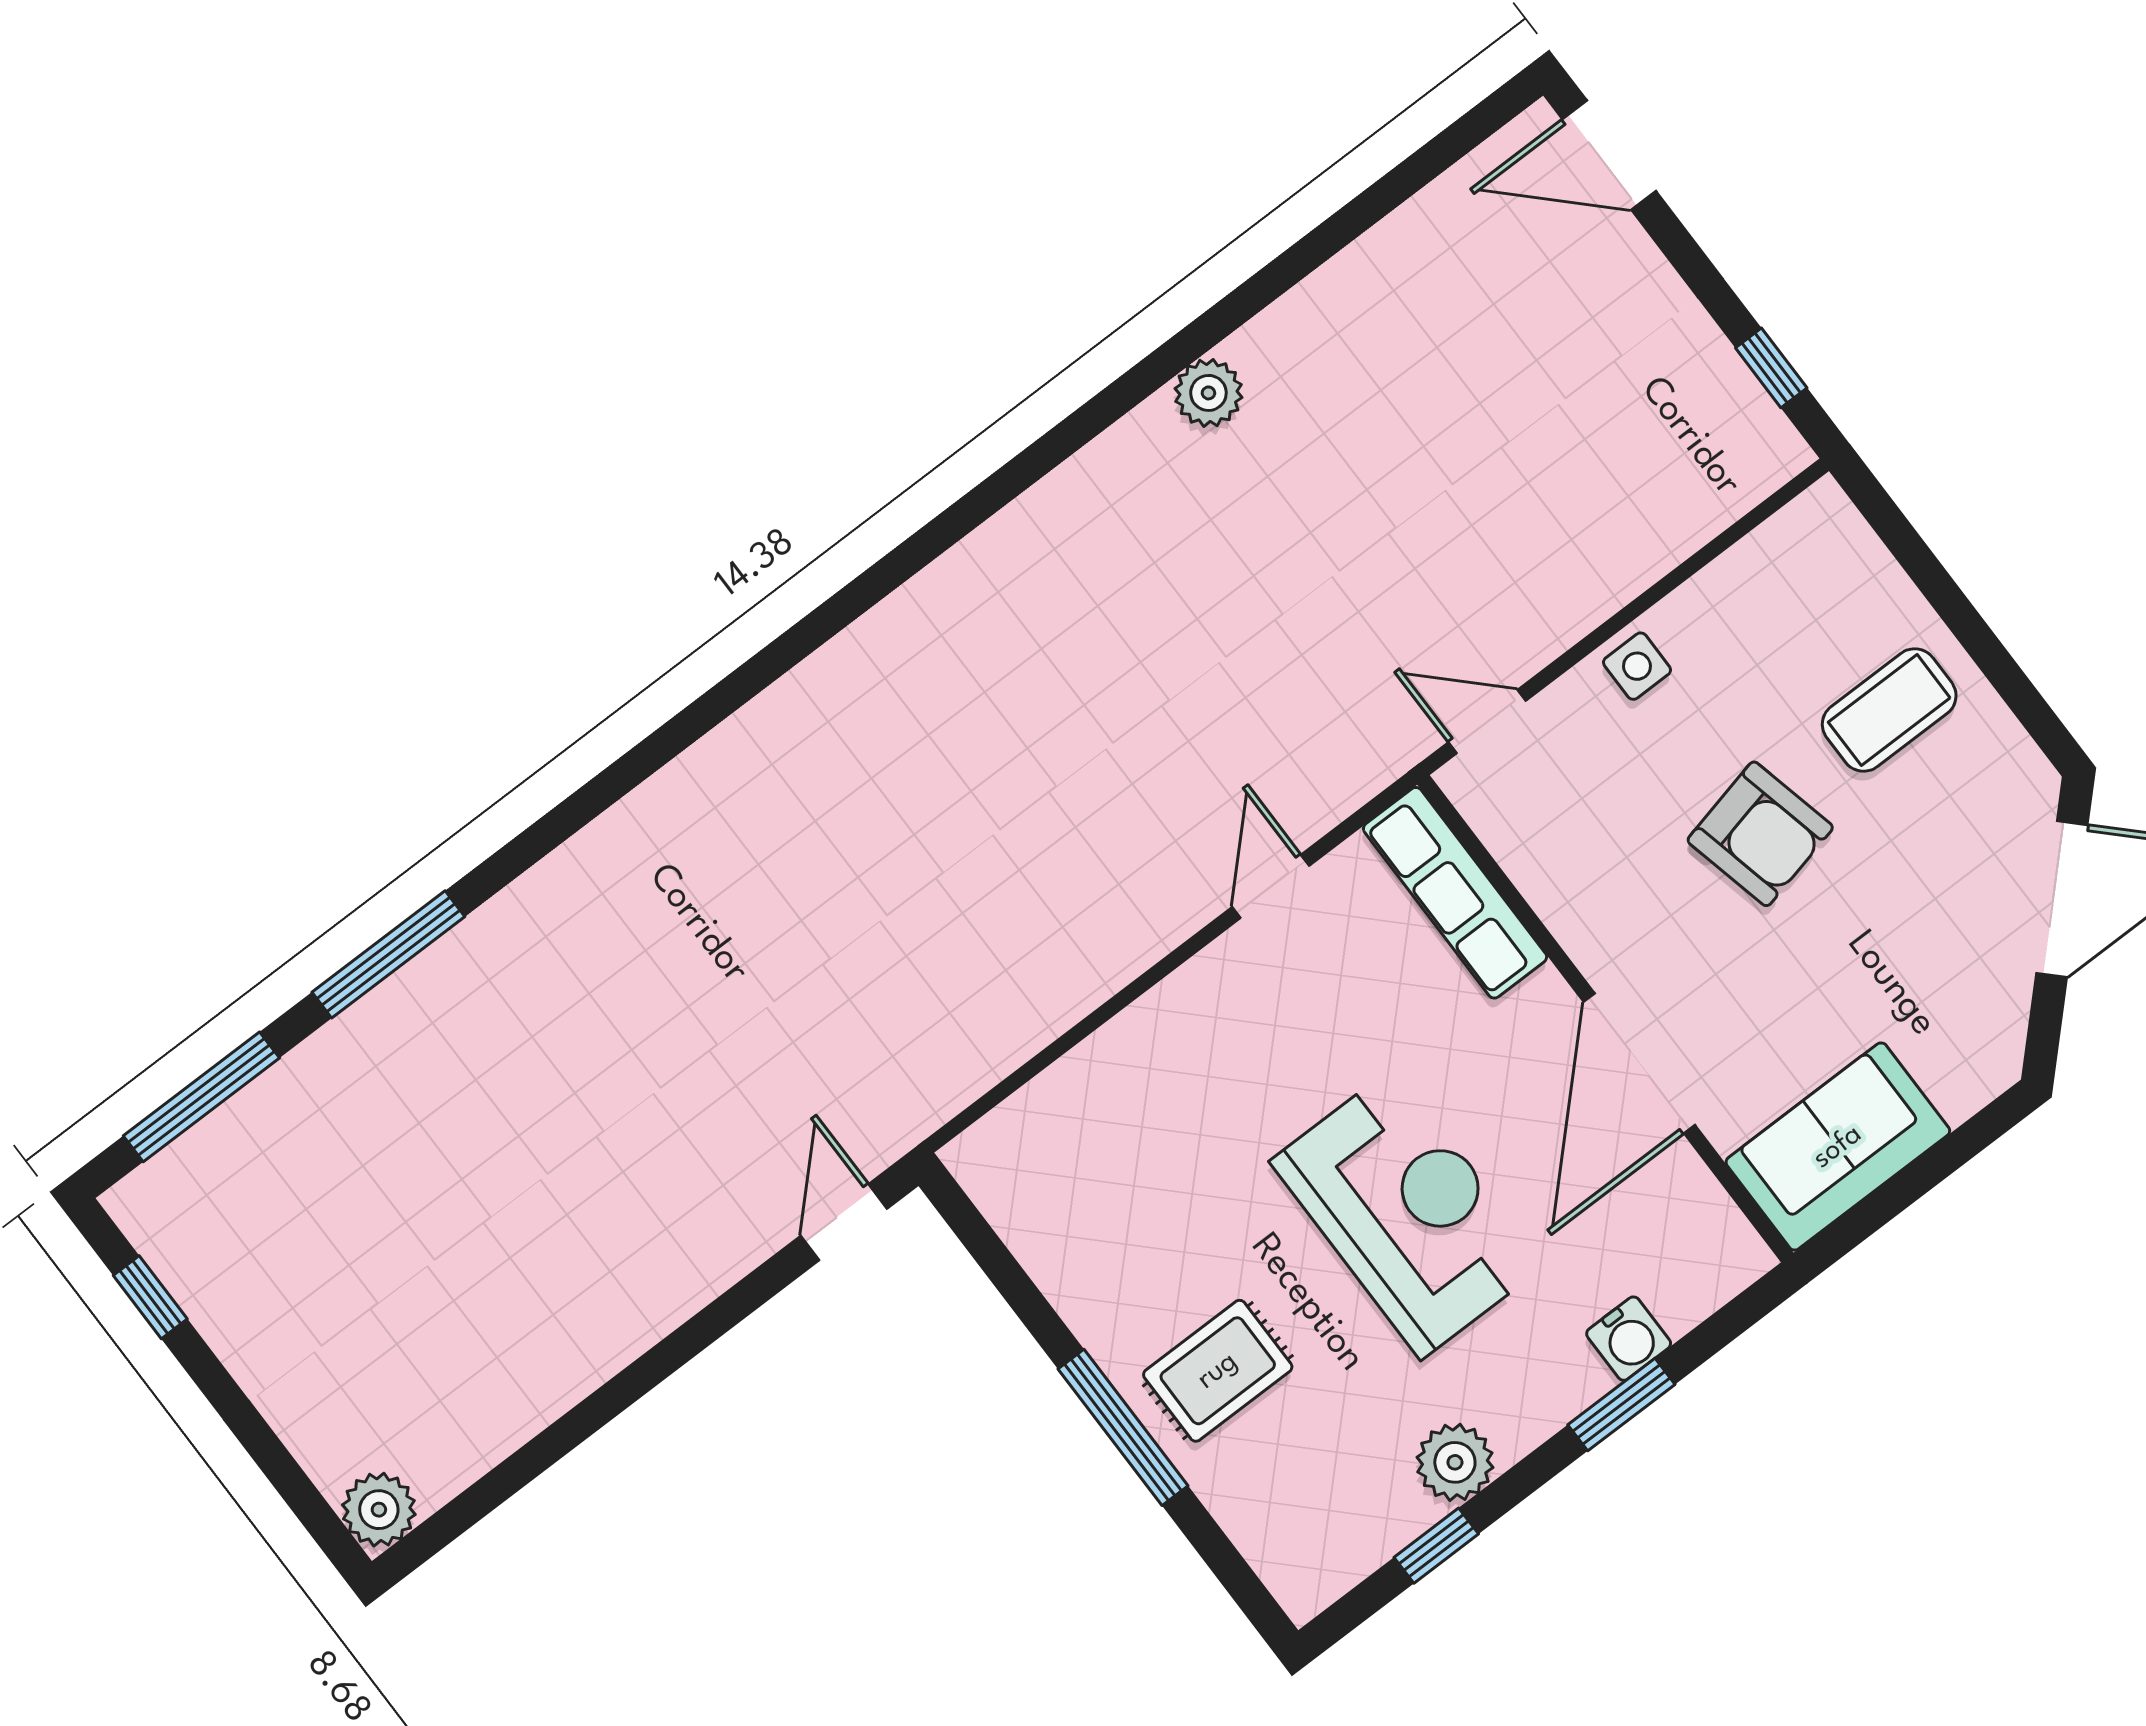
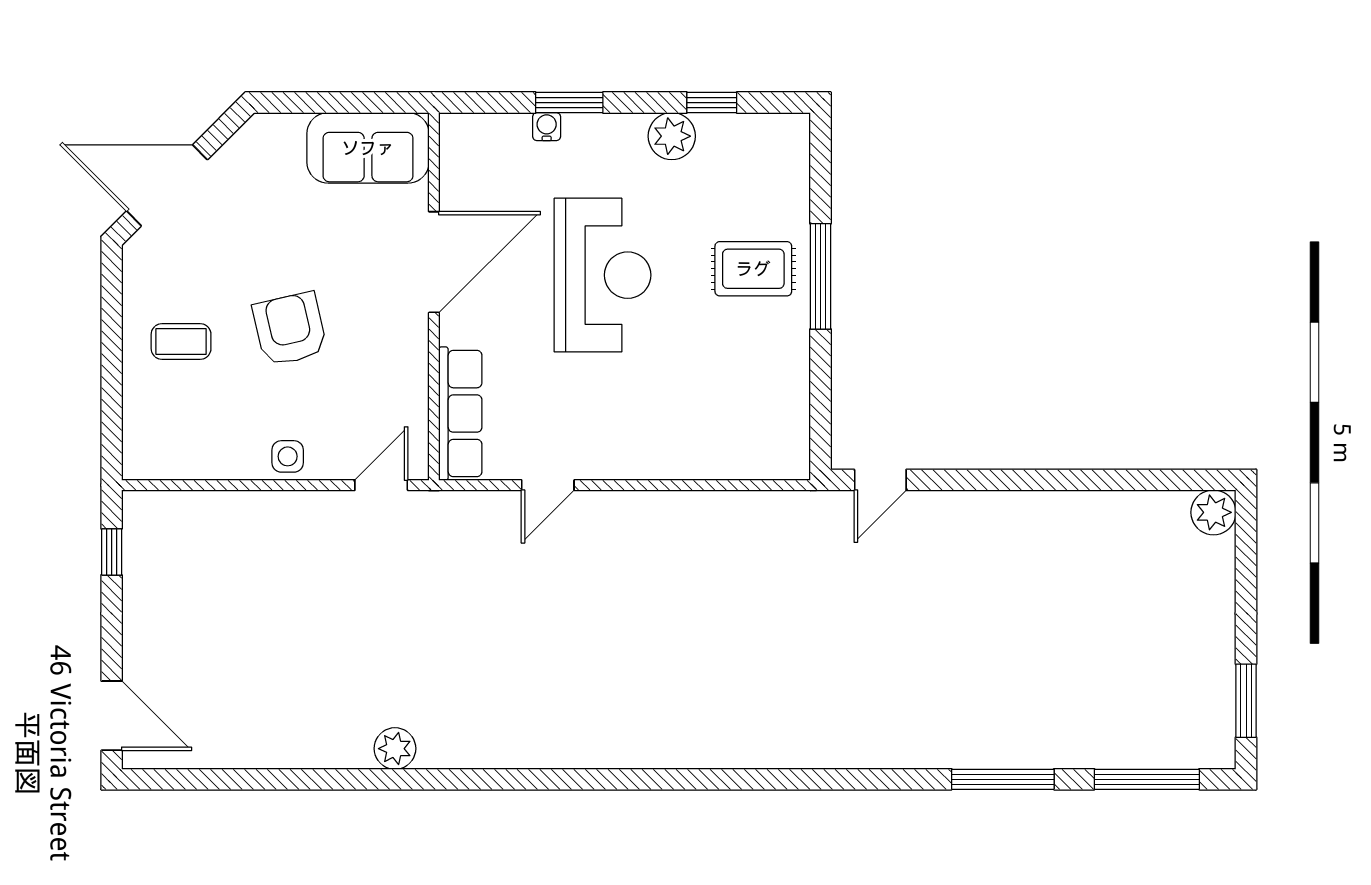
coffee table: (1889, 710) -> (181, 341), width x0.73, depth x0.77
door: (1487, 722) -> (381, 485), swing flipped
reception desk: (1407, 1213) -> (603, 275), turned 180
window: (150, 1297) -> (1246, 701), width x1.50
water cooler: (1629, 1339) -> (547, 127), width x0.72, depth x0.72

